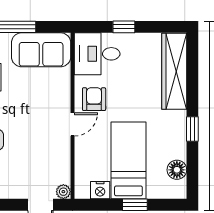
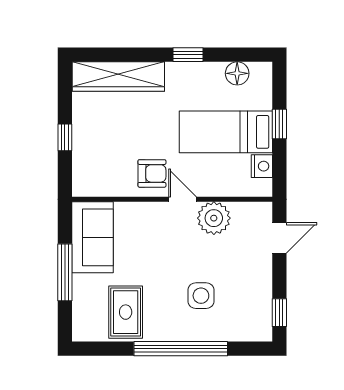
desk: (97, 54) -> (97, 170), removed
armchair: (94, 99) -> (152, 173), turned 180
plant: (63, 192) -> (214, 218), moved, width x1.88, depth x1.88

